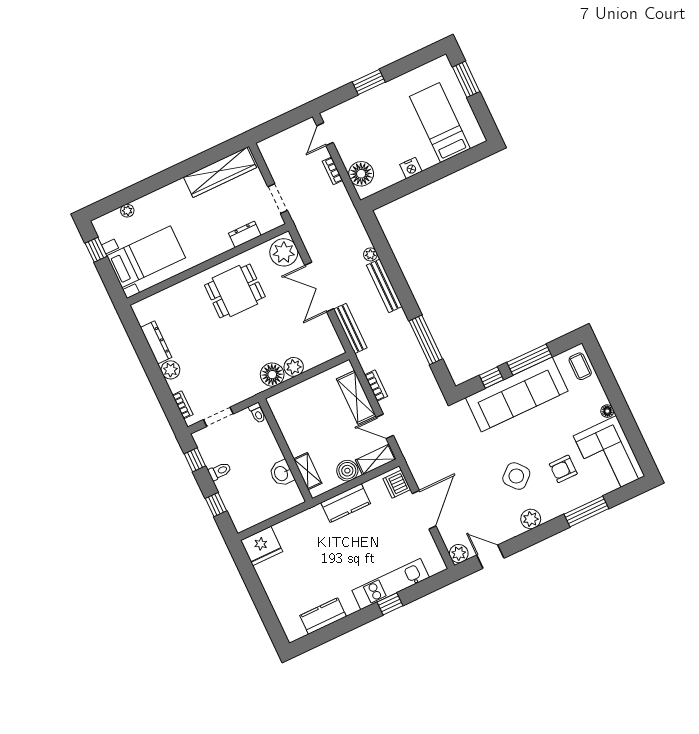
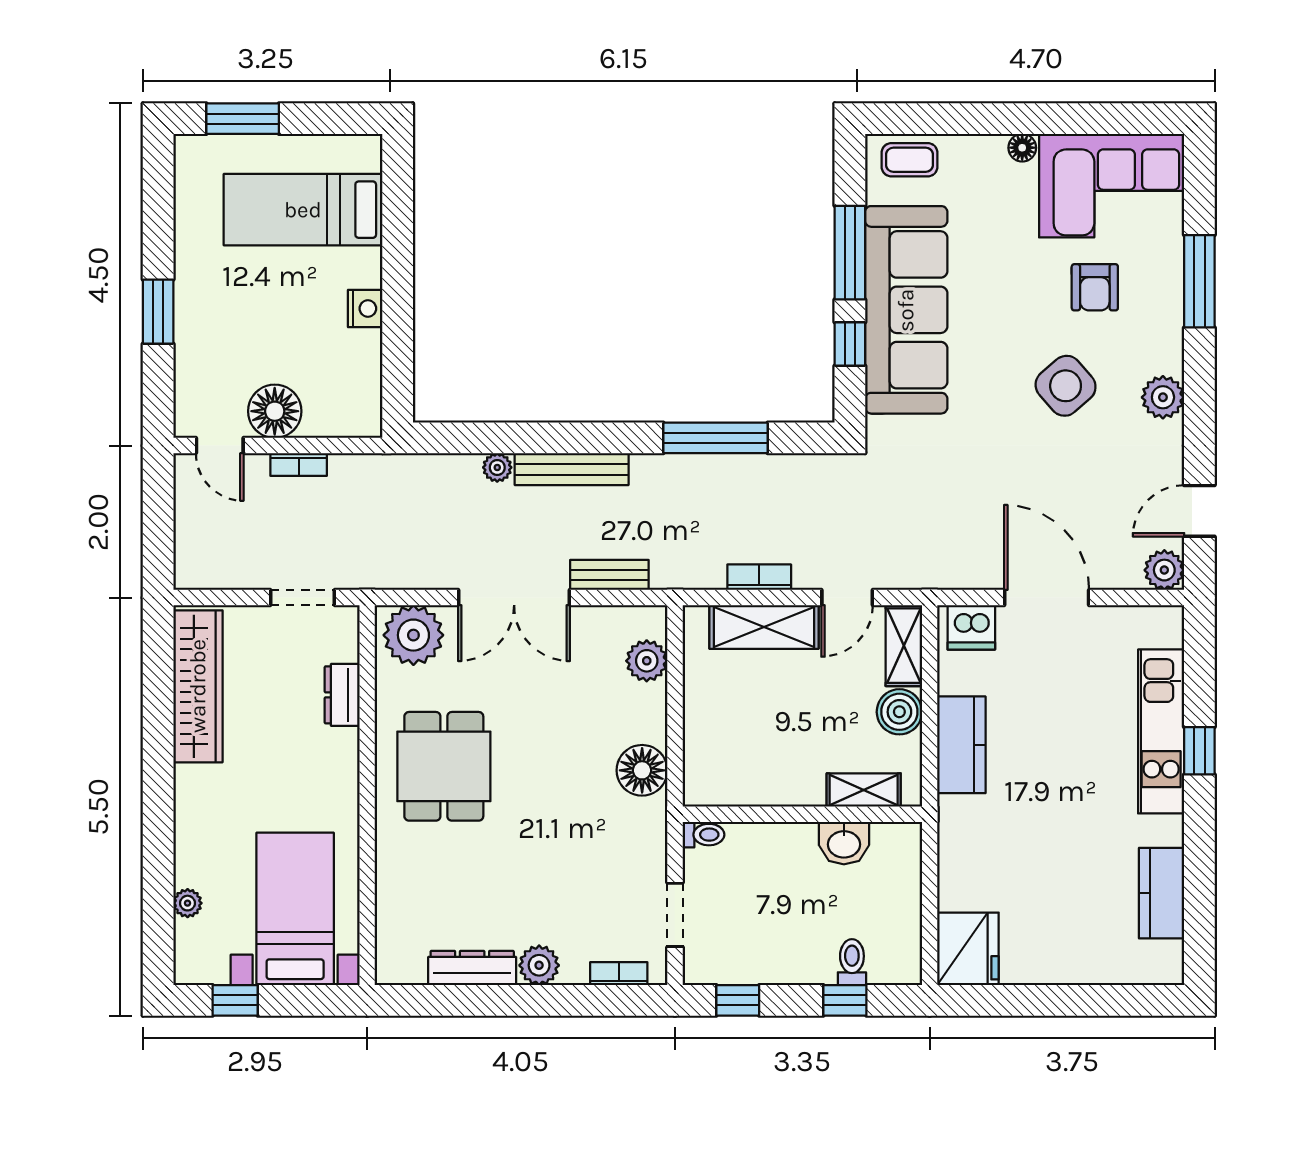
floor lamp: (361, 174) -> (275, 411), moved
bench: (350, 328) -> (609, 575), width x0.73
plant: (294, 367) -> (647, 661), moved
toilet: (220, 471) -> (852, 962), moved

